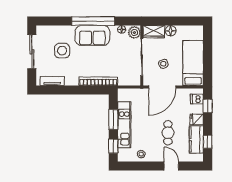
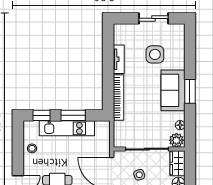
window: (93, 21) -> (190, 91), width x0.47
sliding door: (32, 52) -> (153, 18), width x0.73
tv unit: (52, 81) -> (119, 59), moved

